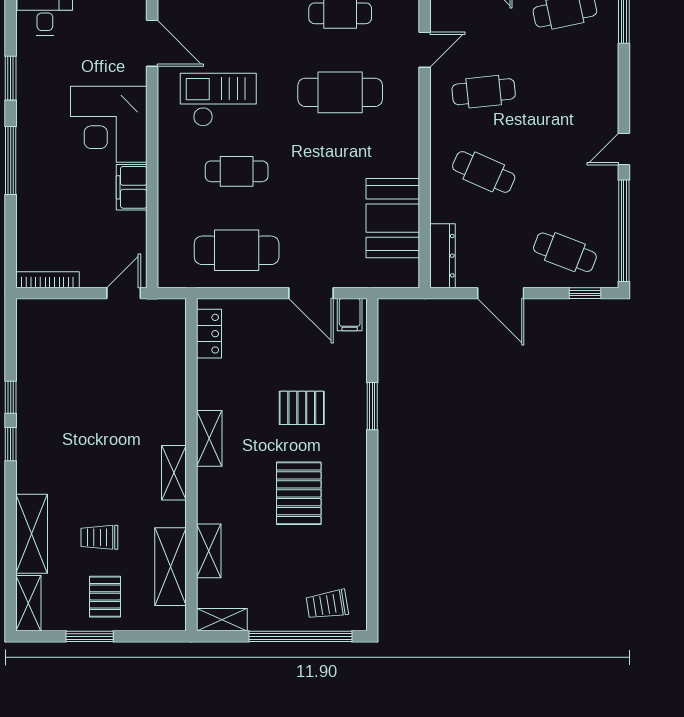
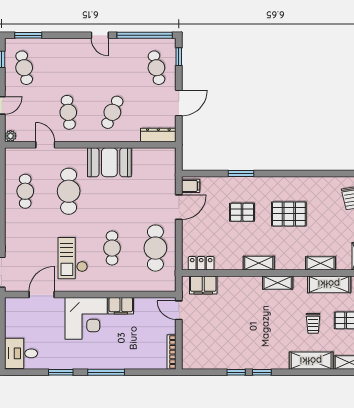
booth: (393, 218) -> (109, 162), moved
cafe table: (565, 252) -> (156, 68), turned -33
filing cabinet: (170, 337) -> (203, 285), added
pallet: (302, 408) -> (242, 212), turned 90

